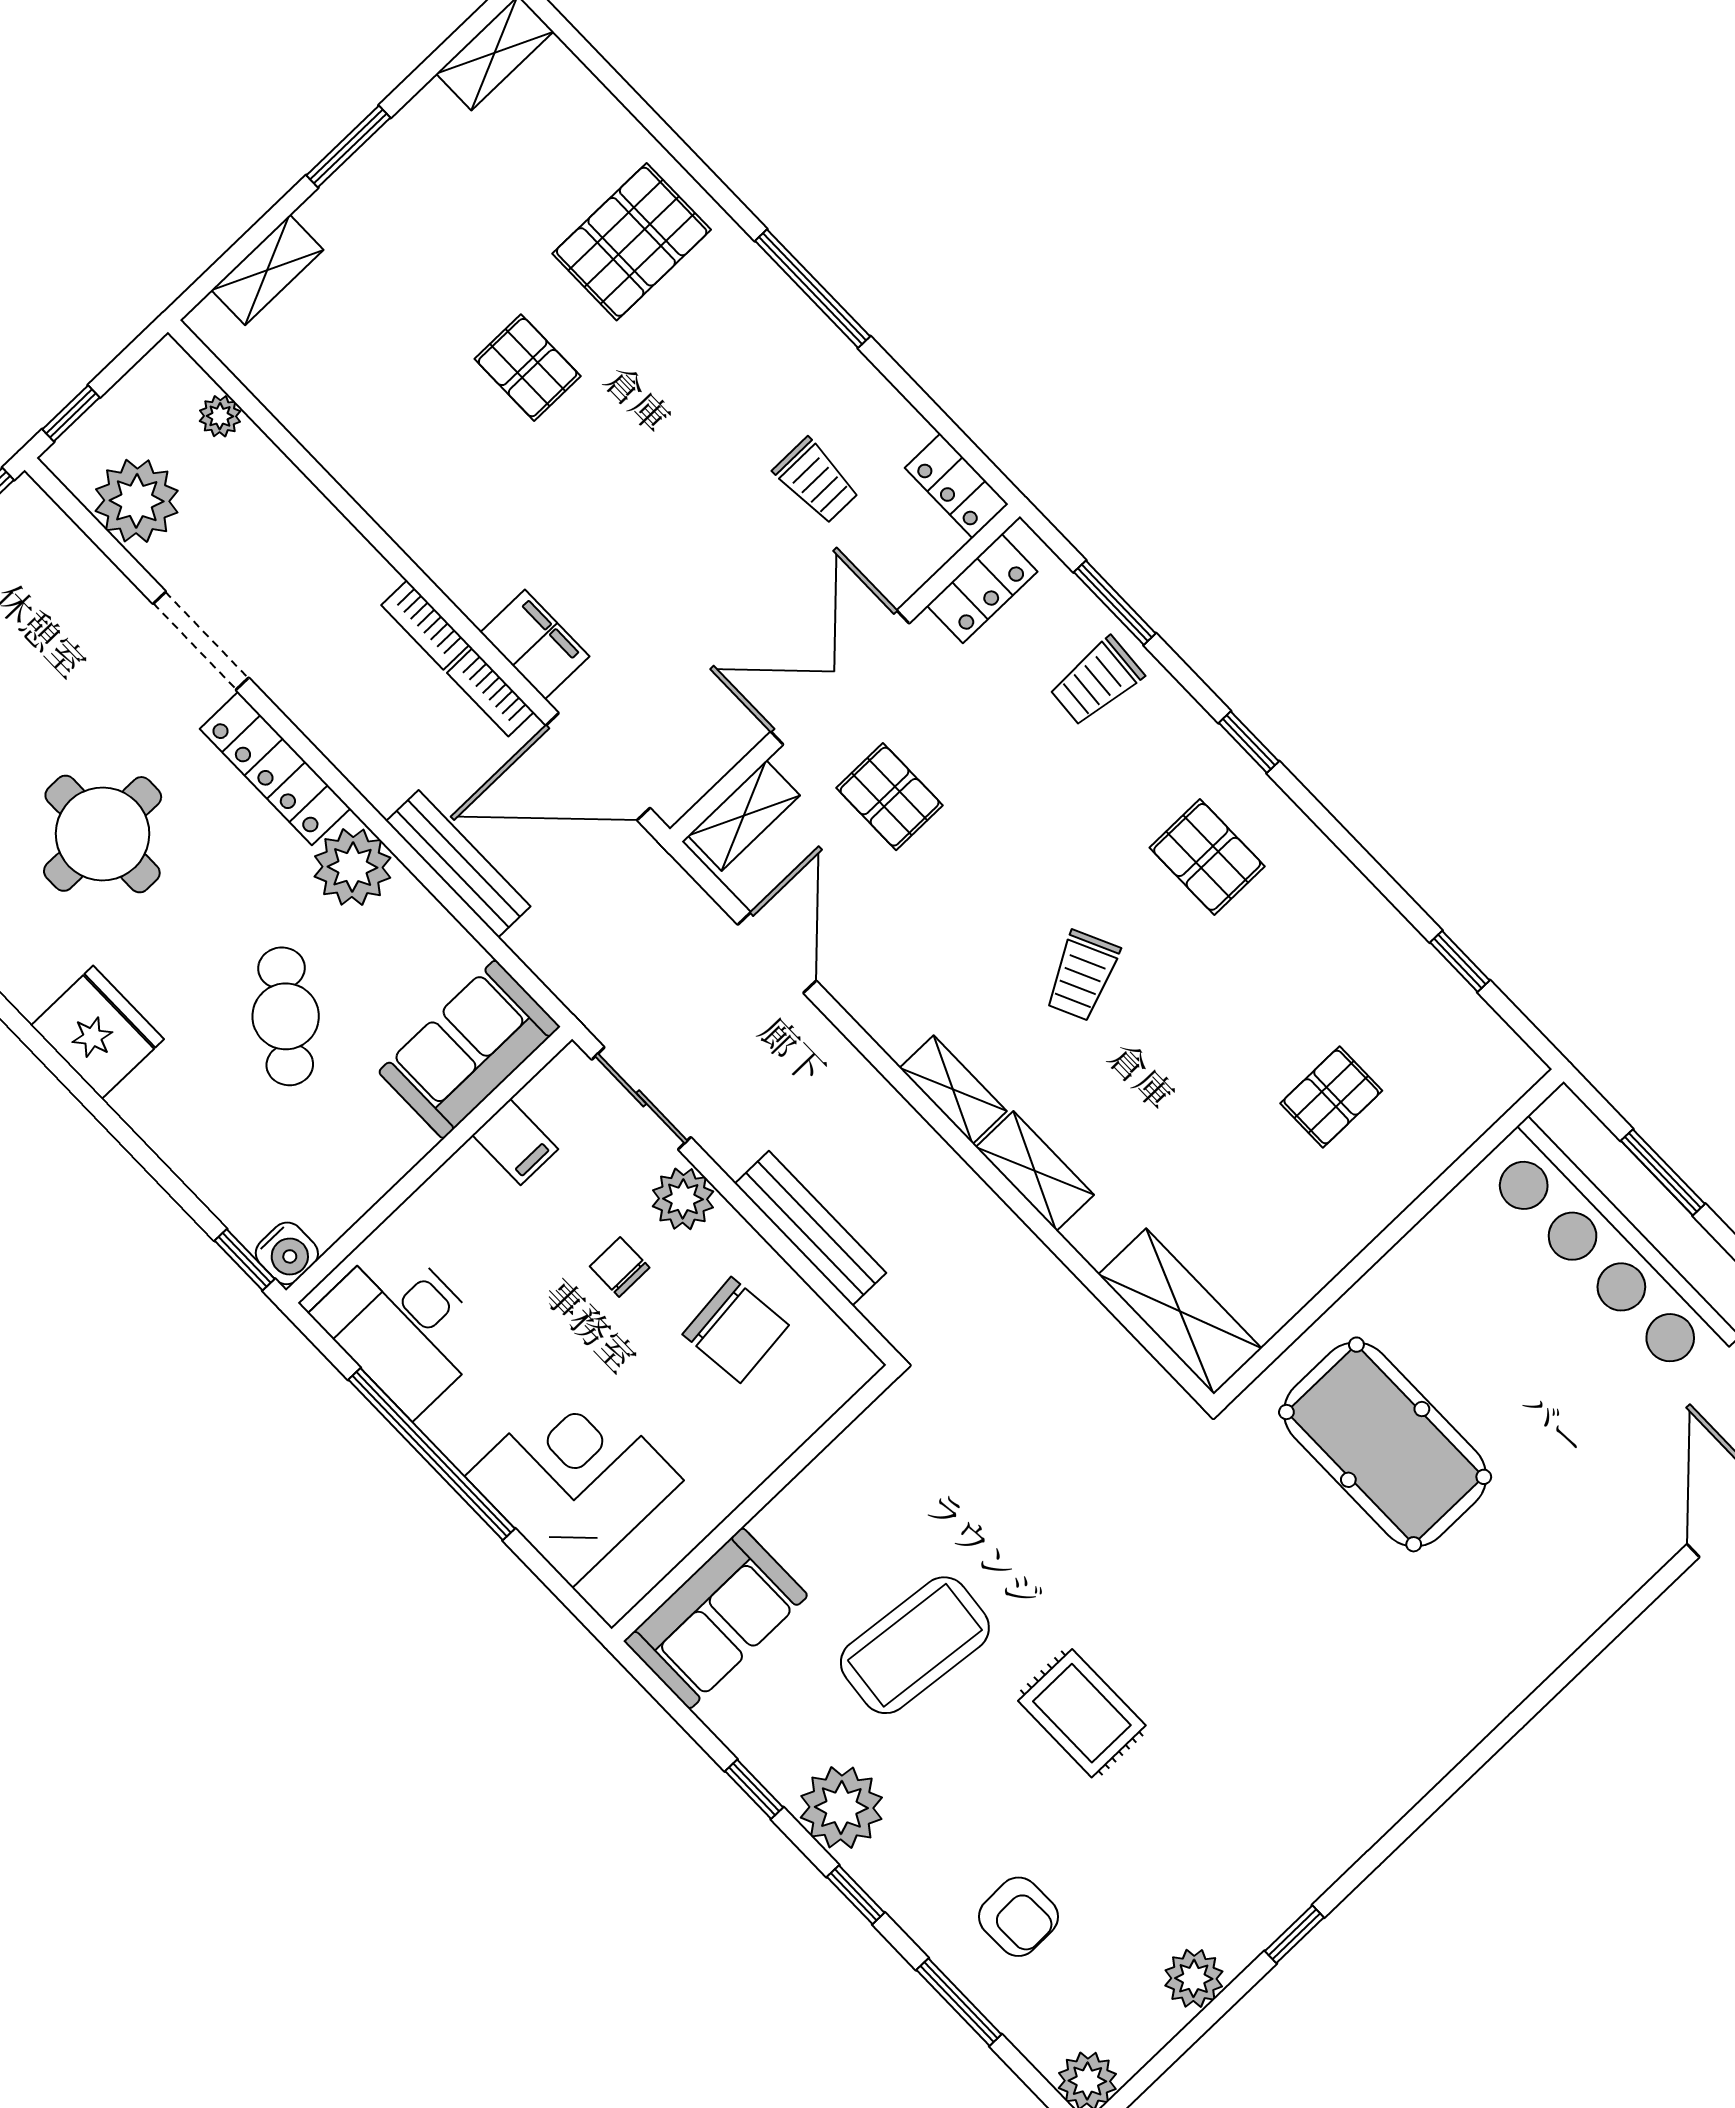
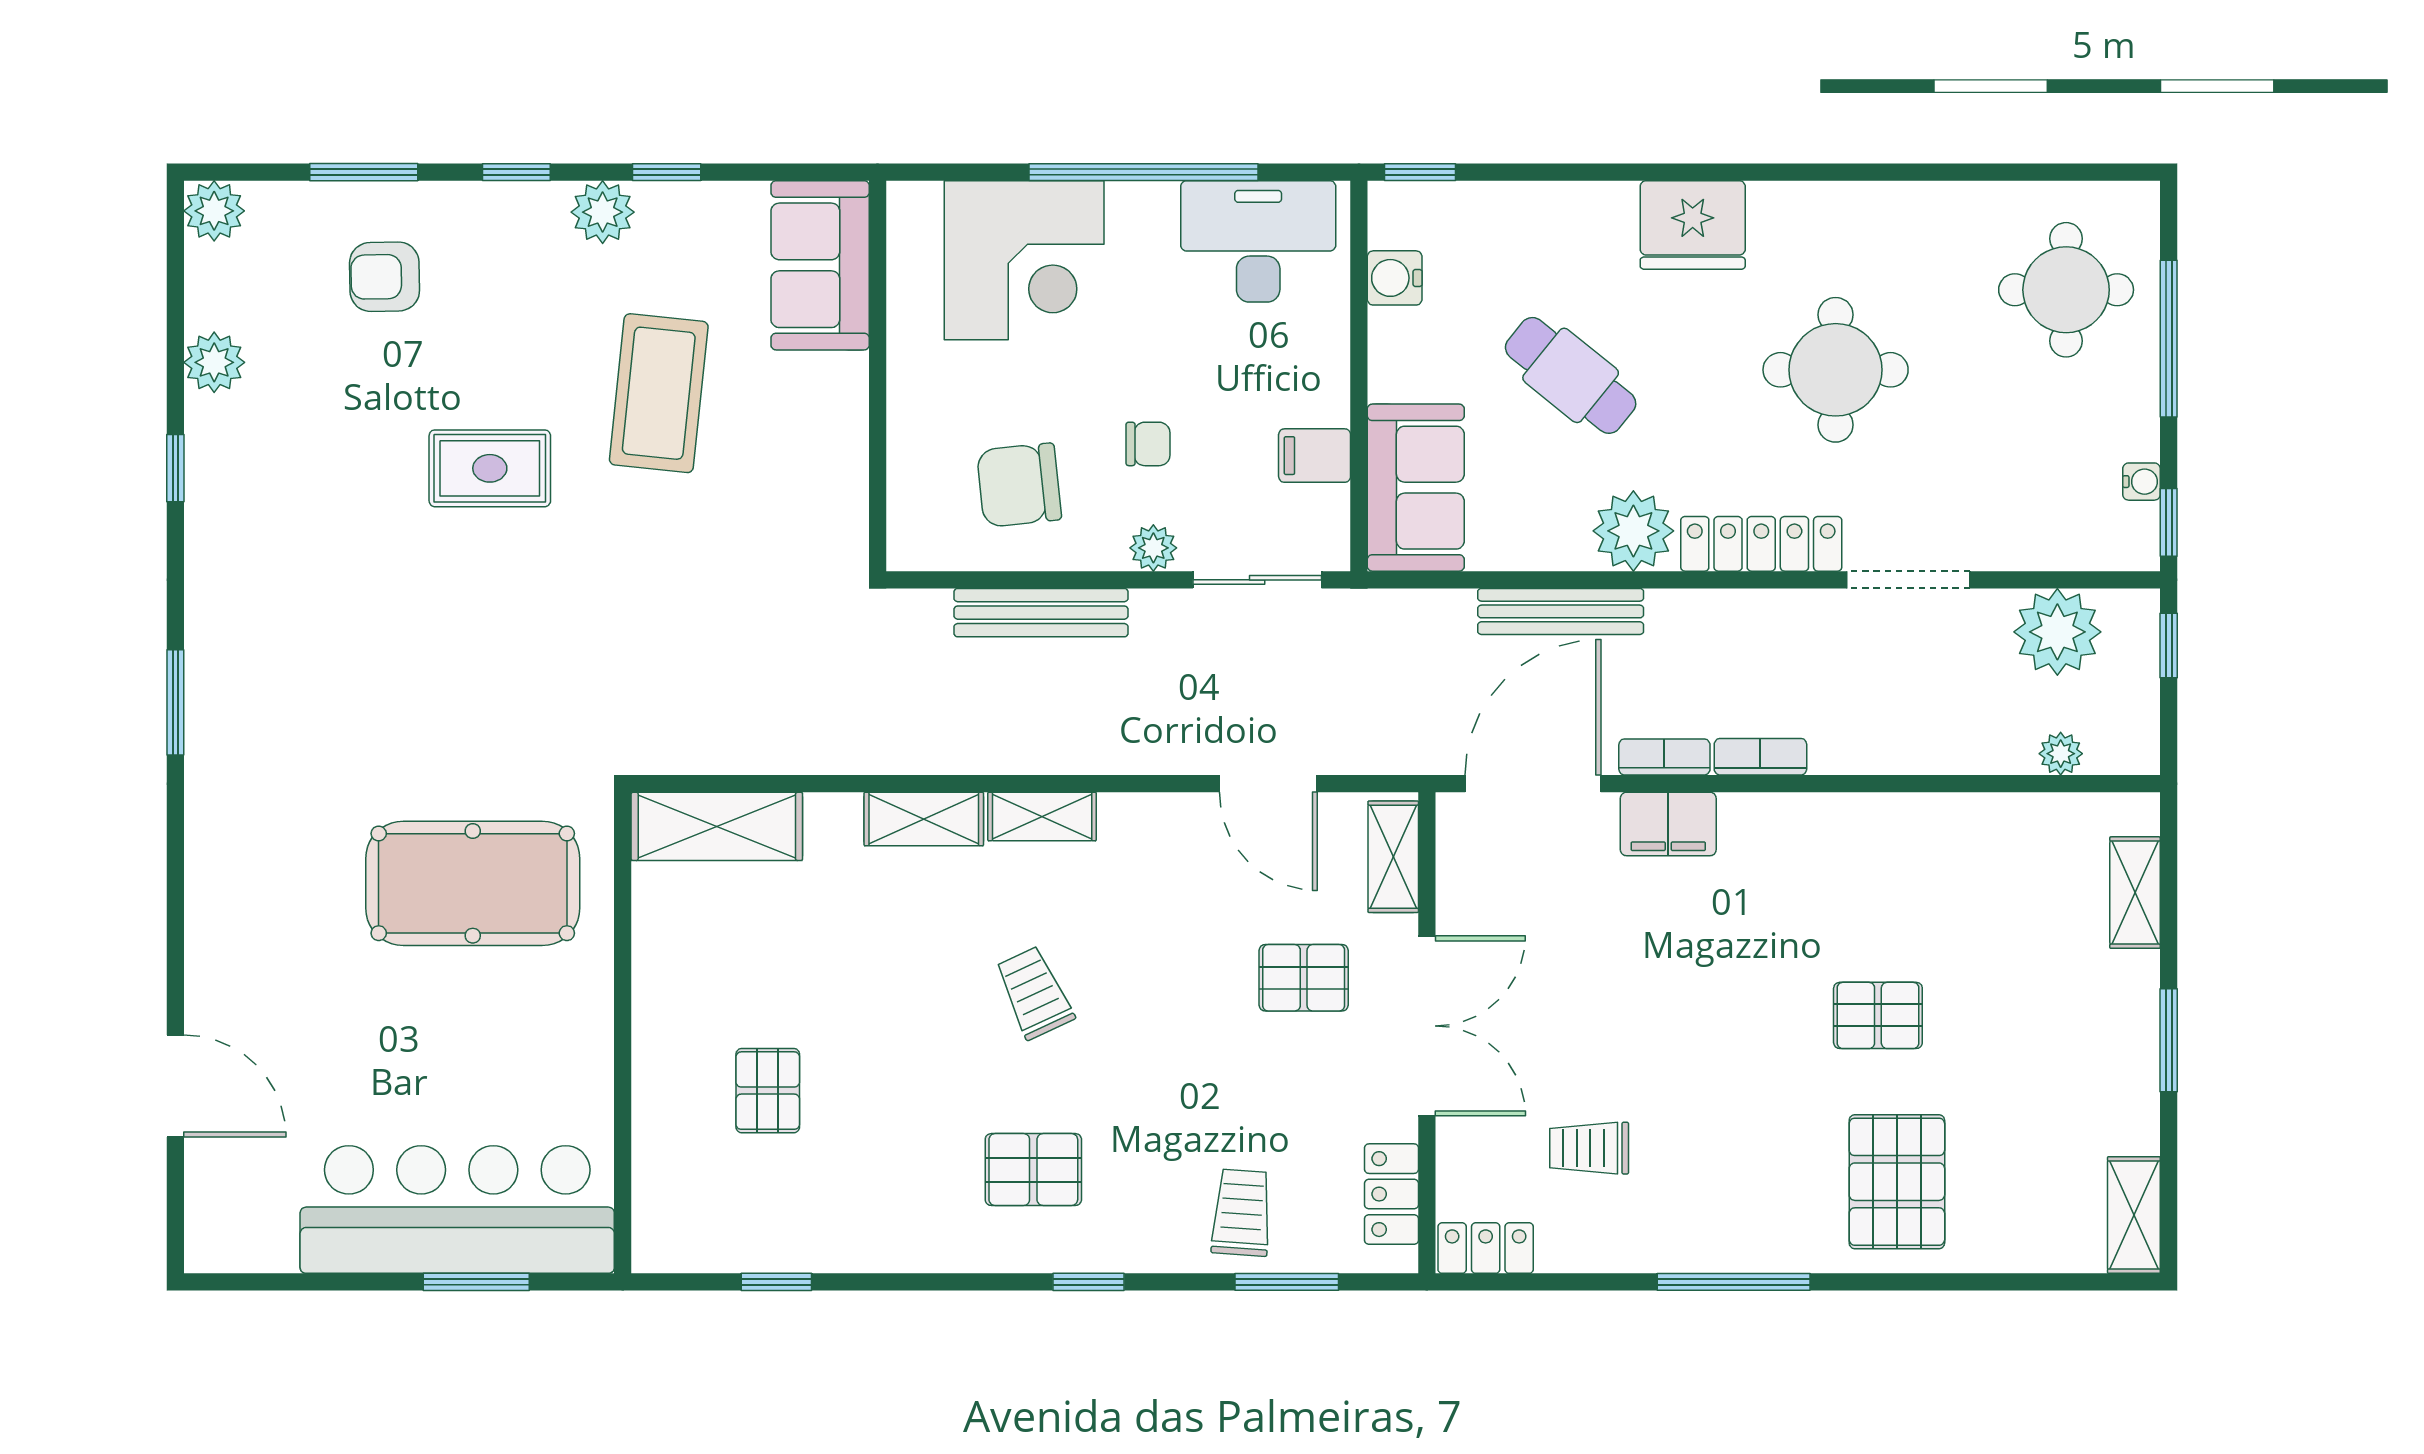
plant: (683, 1199) -> (1153, 548), width x0.73, depth x0.73
water cooler: (287, 1253) -> (1395, 278), moved
window: (1459, 1776) -> (175, 702), added
plant: (841, 1808) -> (603, 212), width x0.73, depth x0.73

